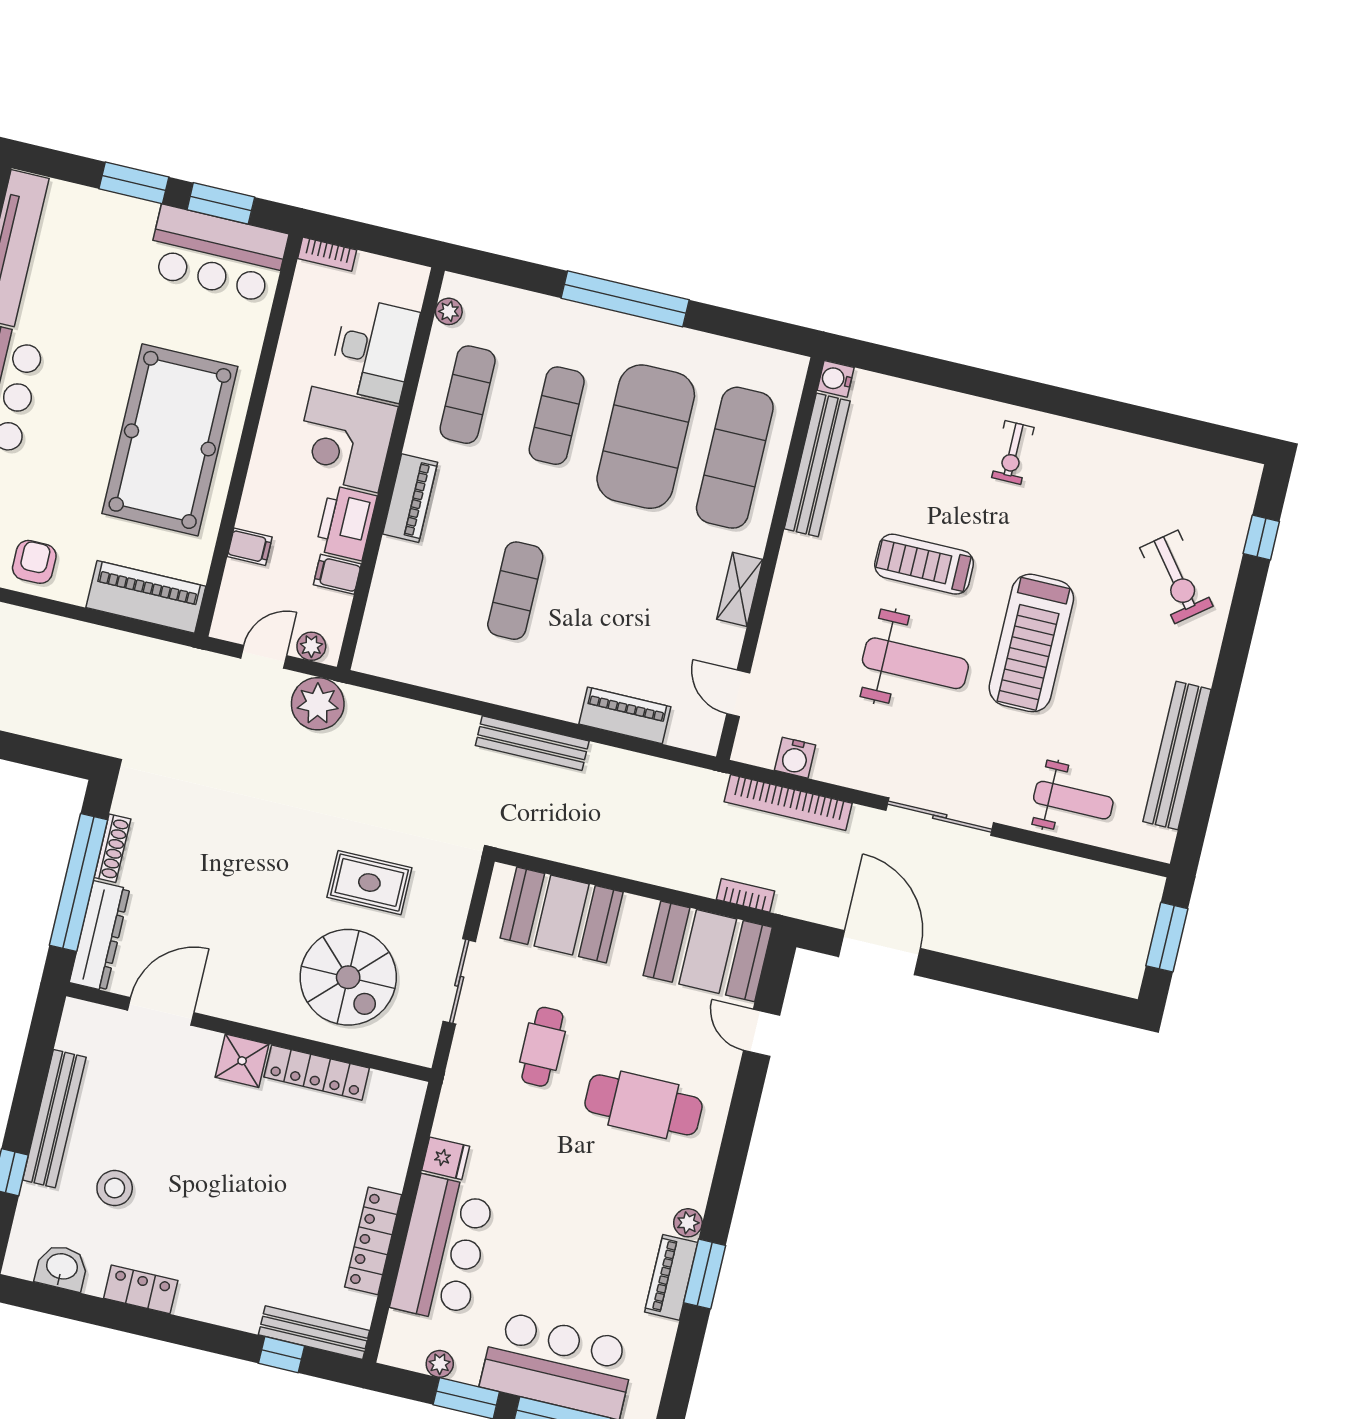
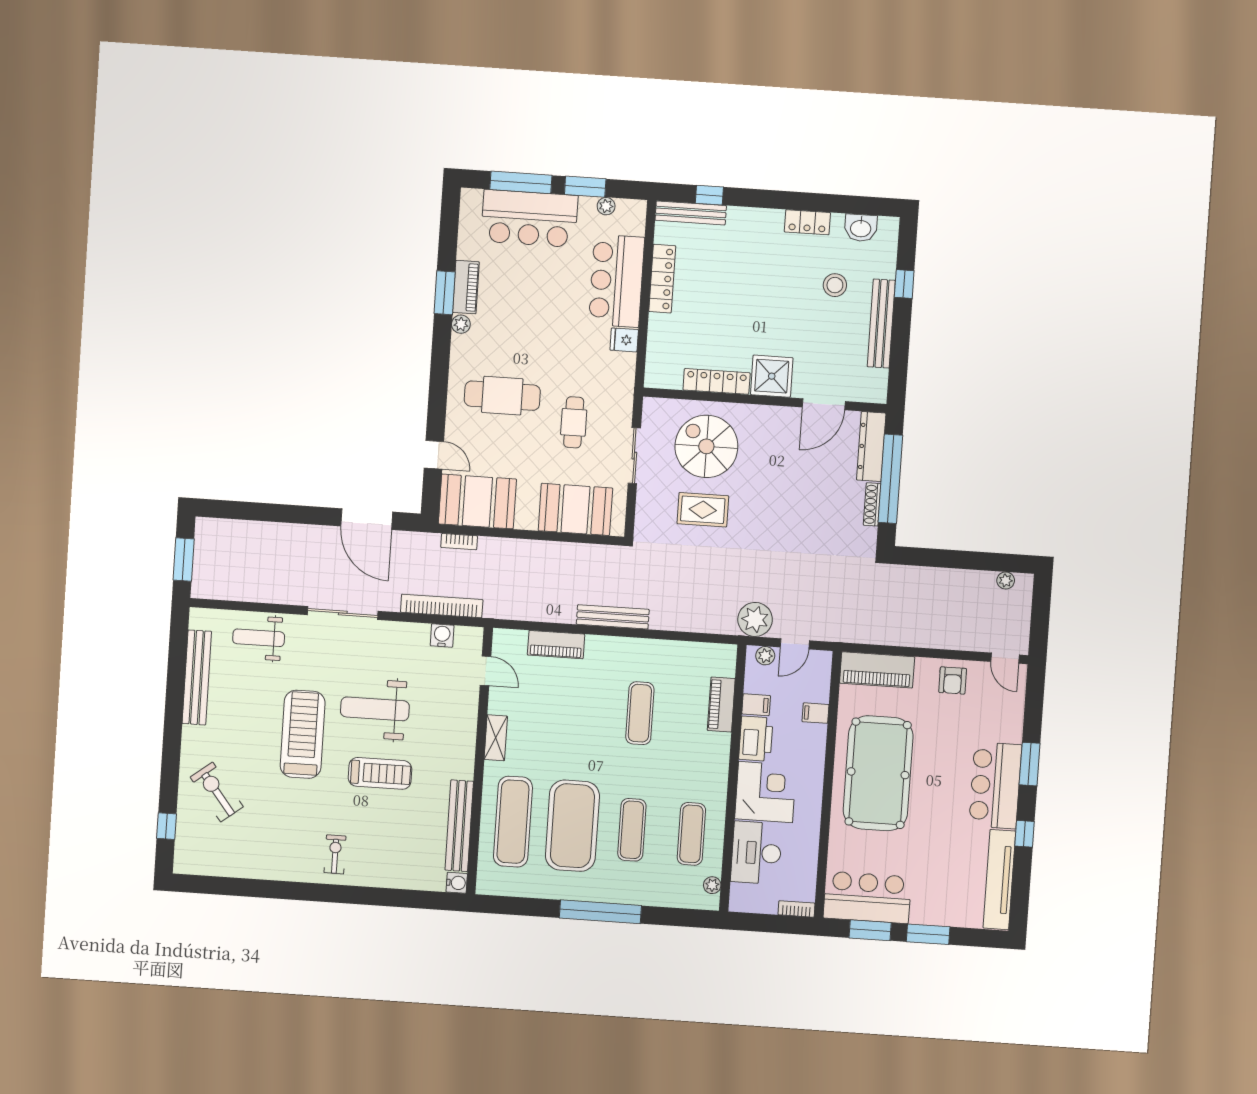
piano: (410, 498) -> (721, 705), moved
shower: (242, 1061) -> (772, 376), width x1.36, depth x1.36

